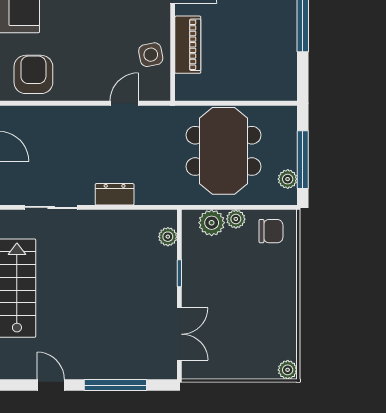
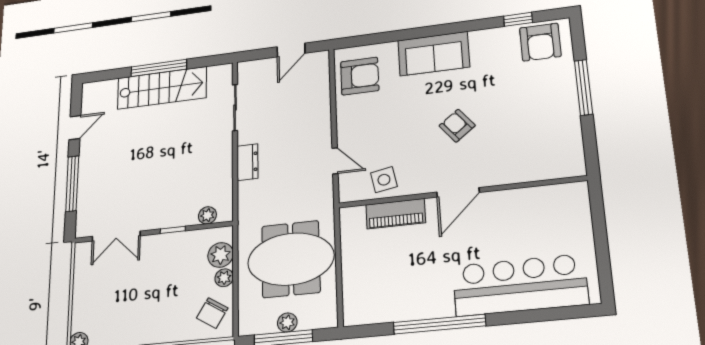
plant: (288, 179) -> (287, 322), moved
chair: (271, 231) -> (212, 313), turned 32

